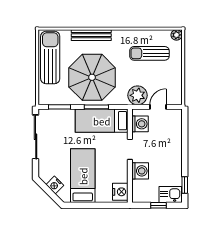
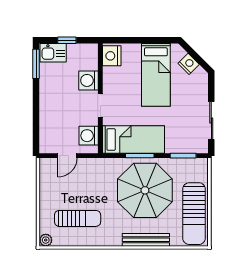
plant: (138, 95) -> (92, 169), removed
sliding door: (36, 137) -> (211, 120), width x0.73
window: (185, 185) -> (36, 64), width x1.50

